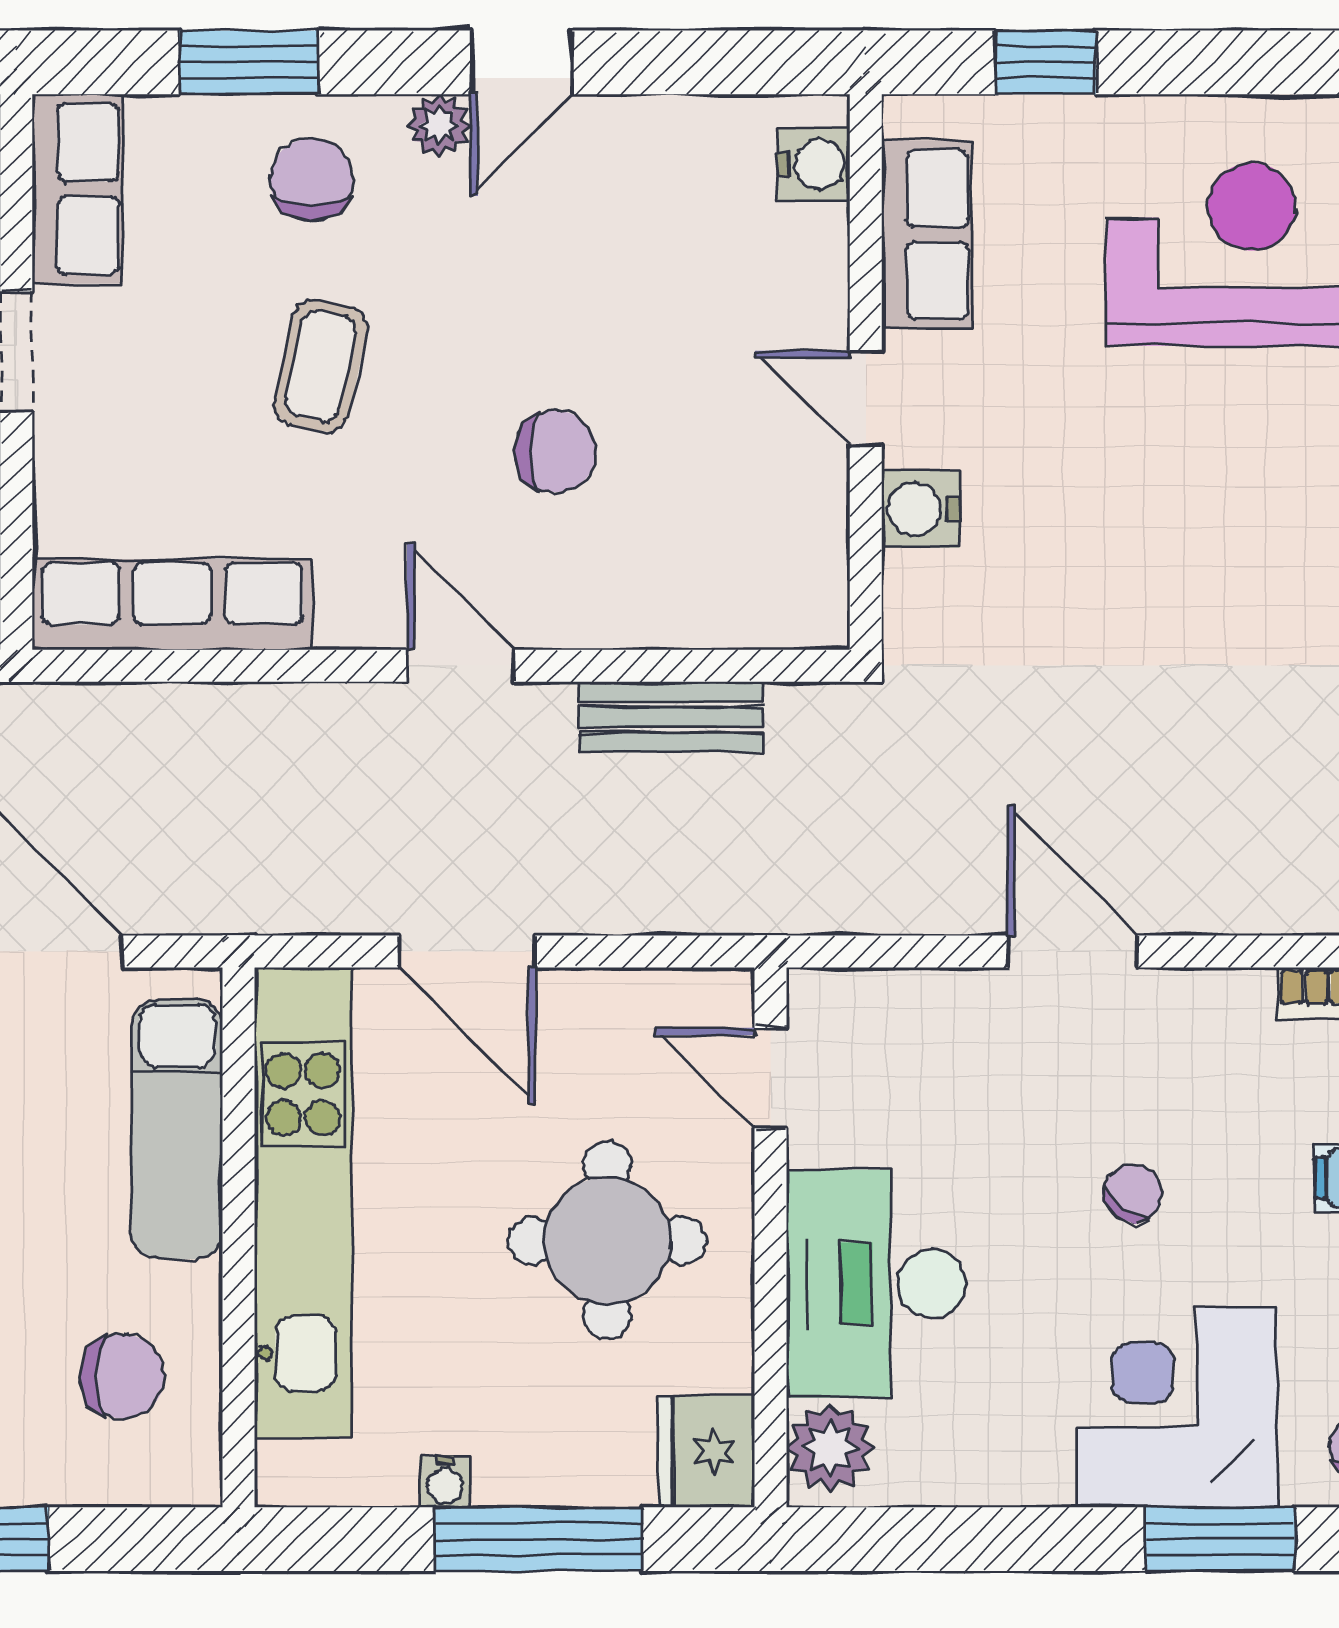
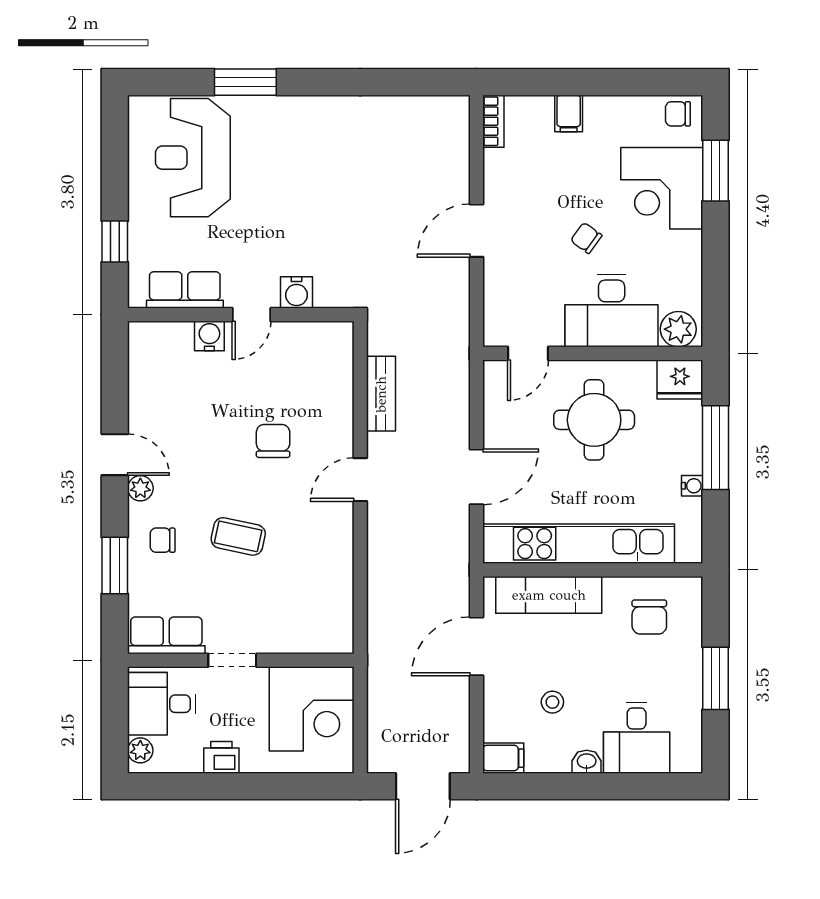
water cooler: (813, 164) -> (209, 336), moved
chair: (311, 180) -> (163, 540), width x0.73, depth x0.73
row of seats: (172, 604) -> (335, 597), removed
chair: (1133, 1193) -> (586, 238), moved
chair: (122, 1376) -> (649, 617), turned 180

